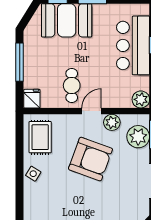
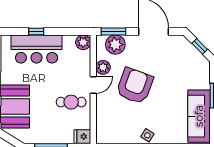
door: (92, 111) -> (93, 85), swing flipped
rug: (40, 137) -> (116, 129), removed

